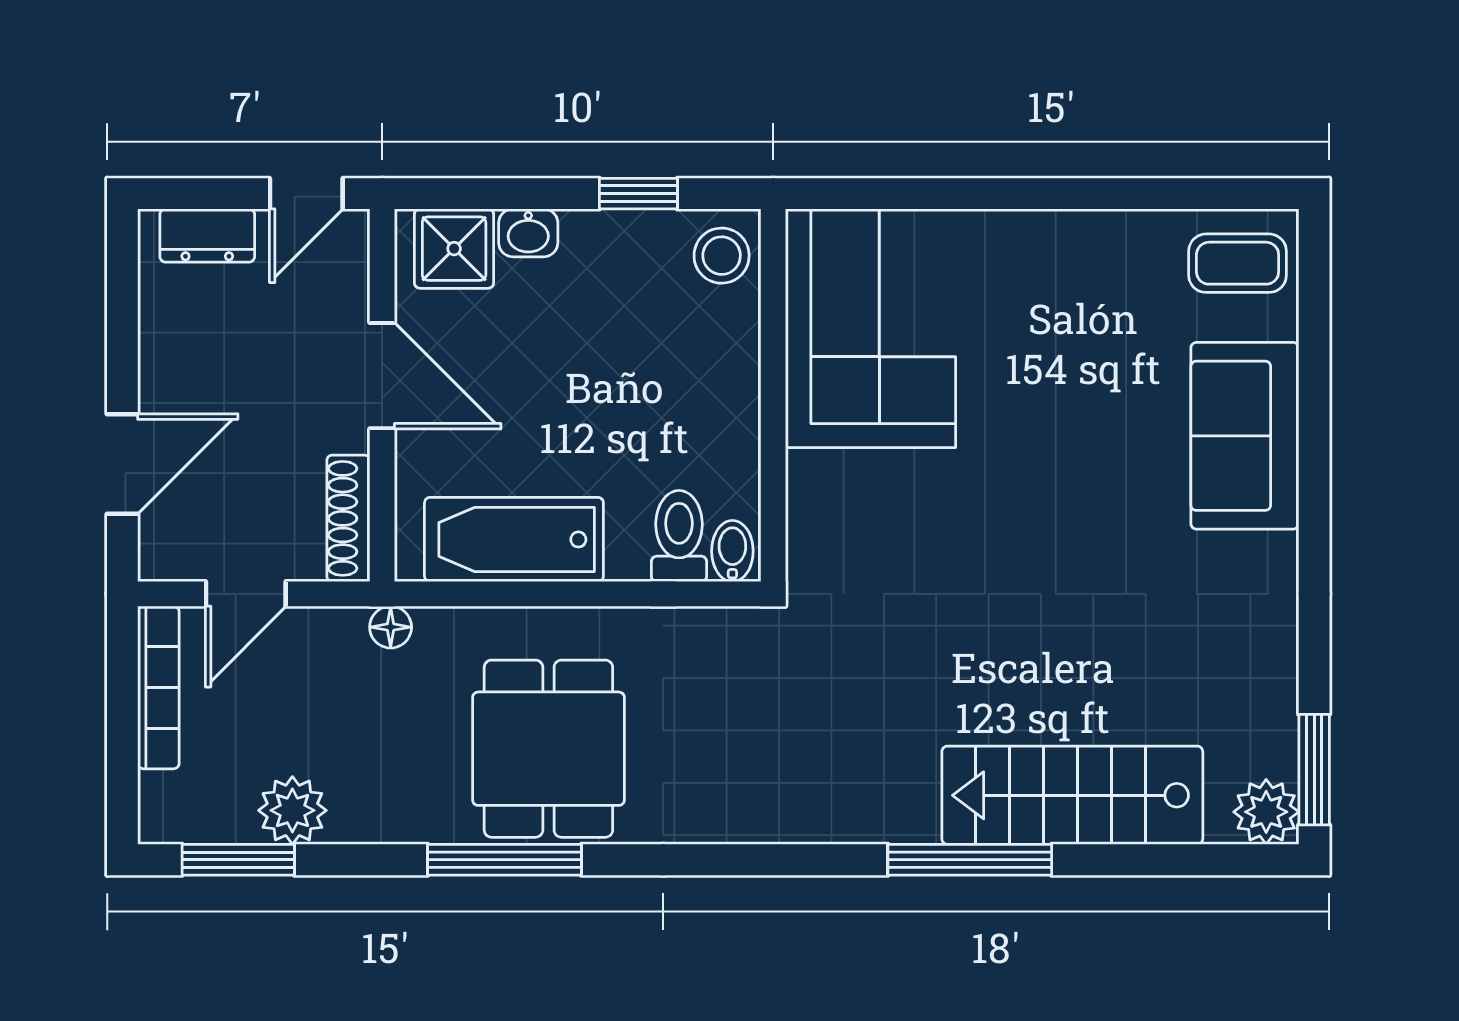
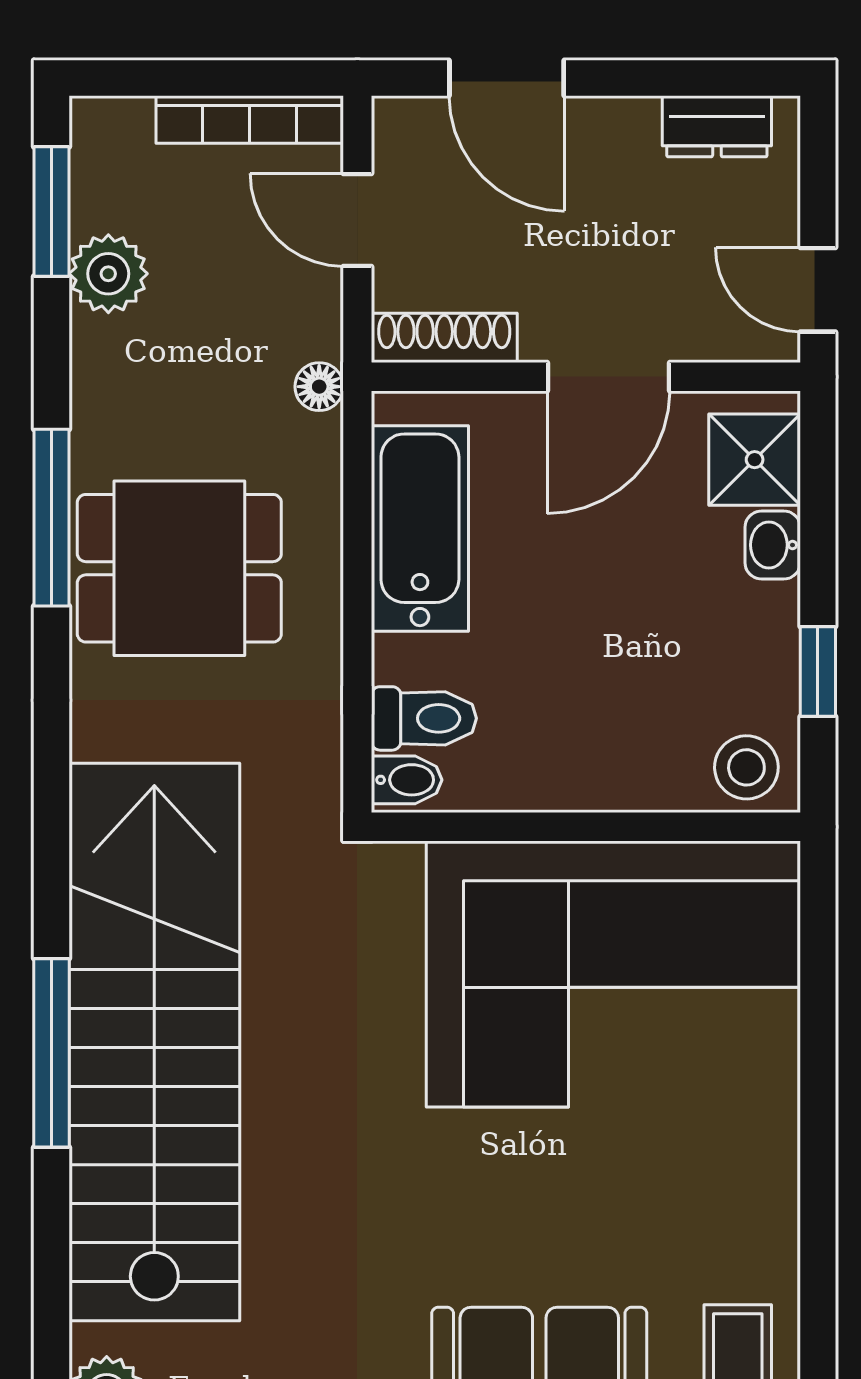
dresser: (207, 236) -> (717, 126), moved, turned -90
corner sofa: (871, 328) -> (613, 974), width x1.36, depth x1.36
stairs: (1072, 795) -> (154, 1042), width x1.86, depth x1.51

